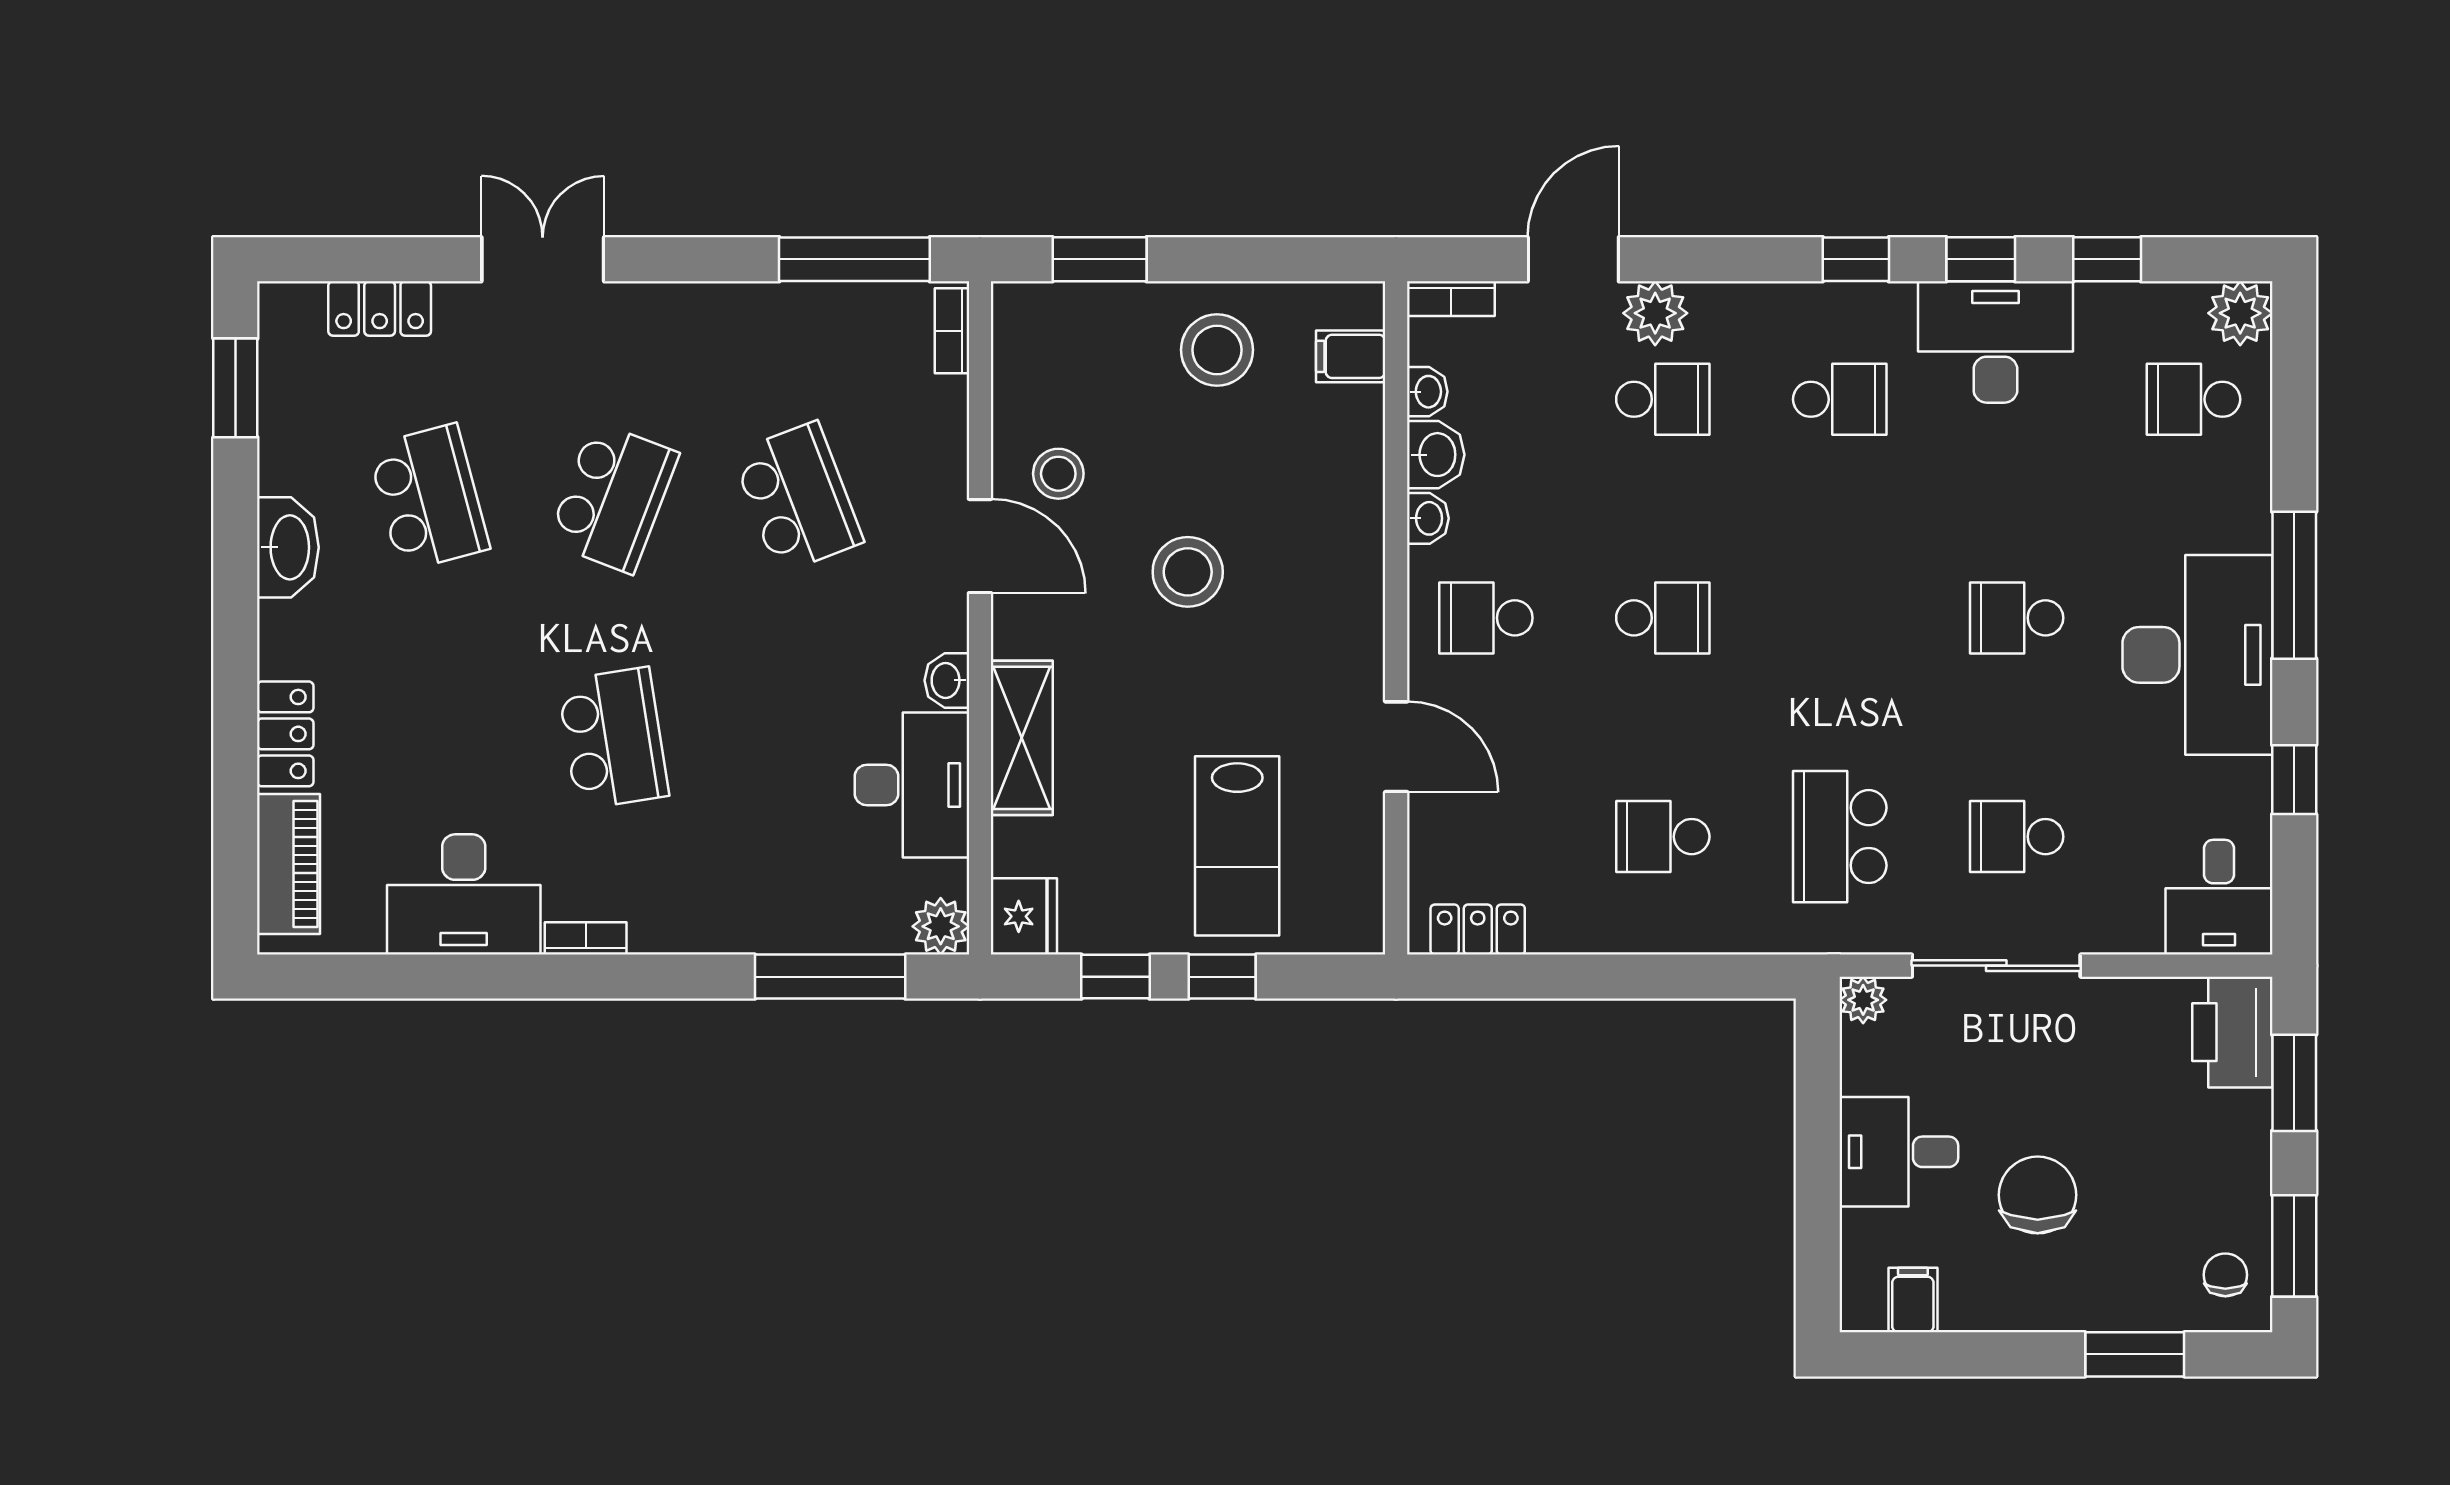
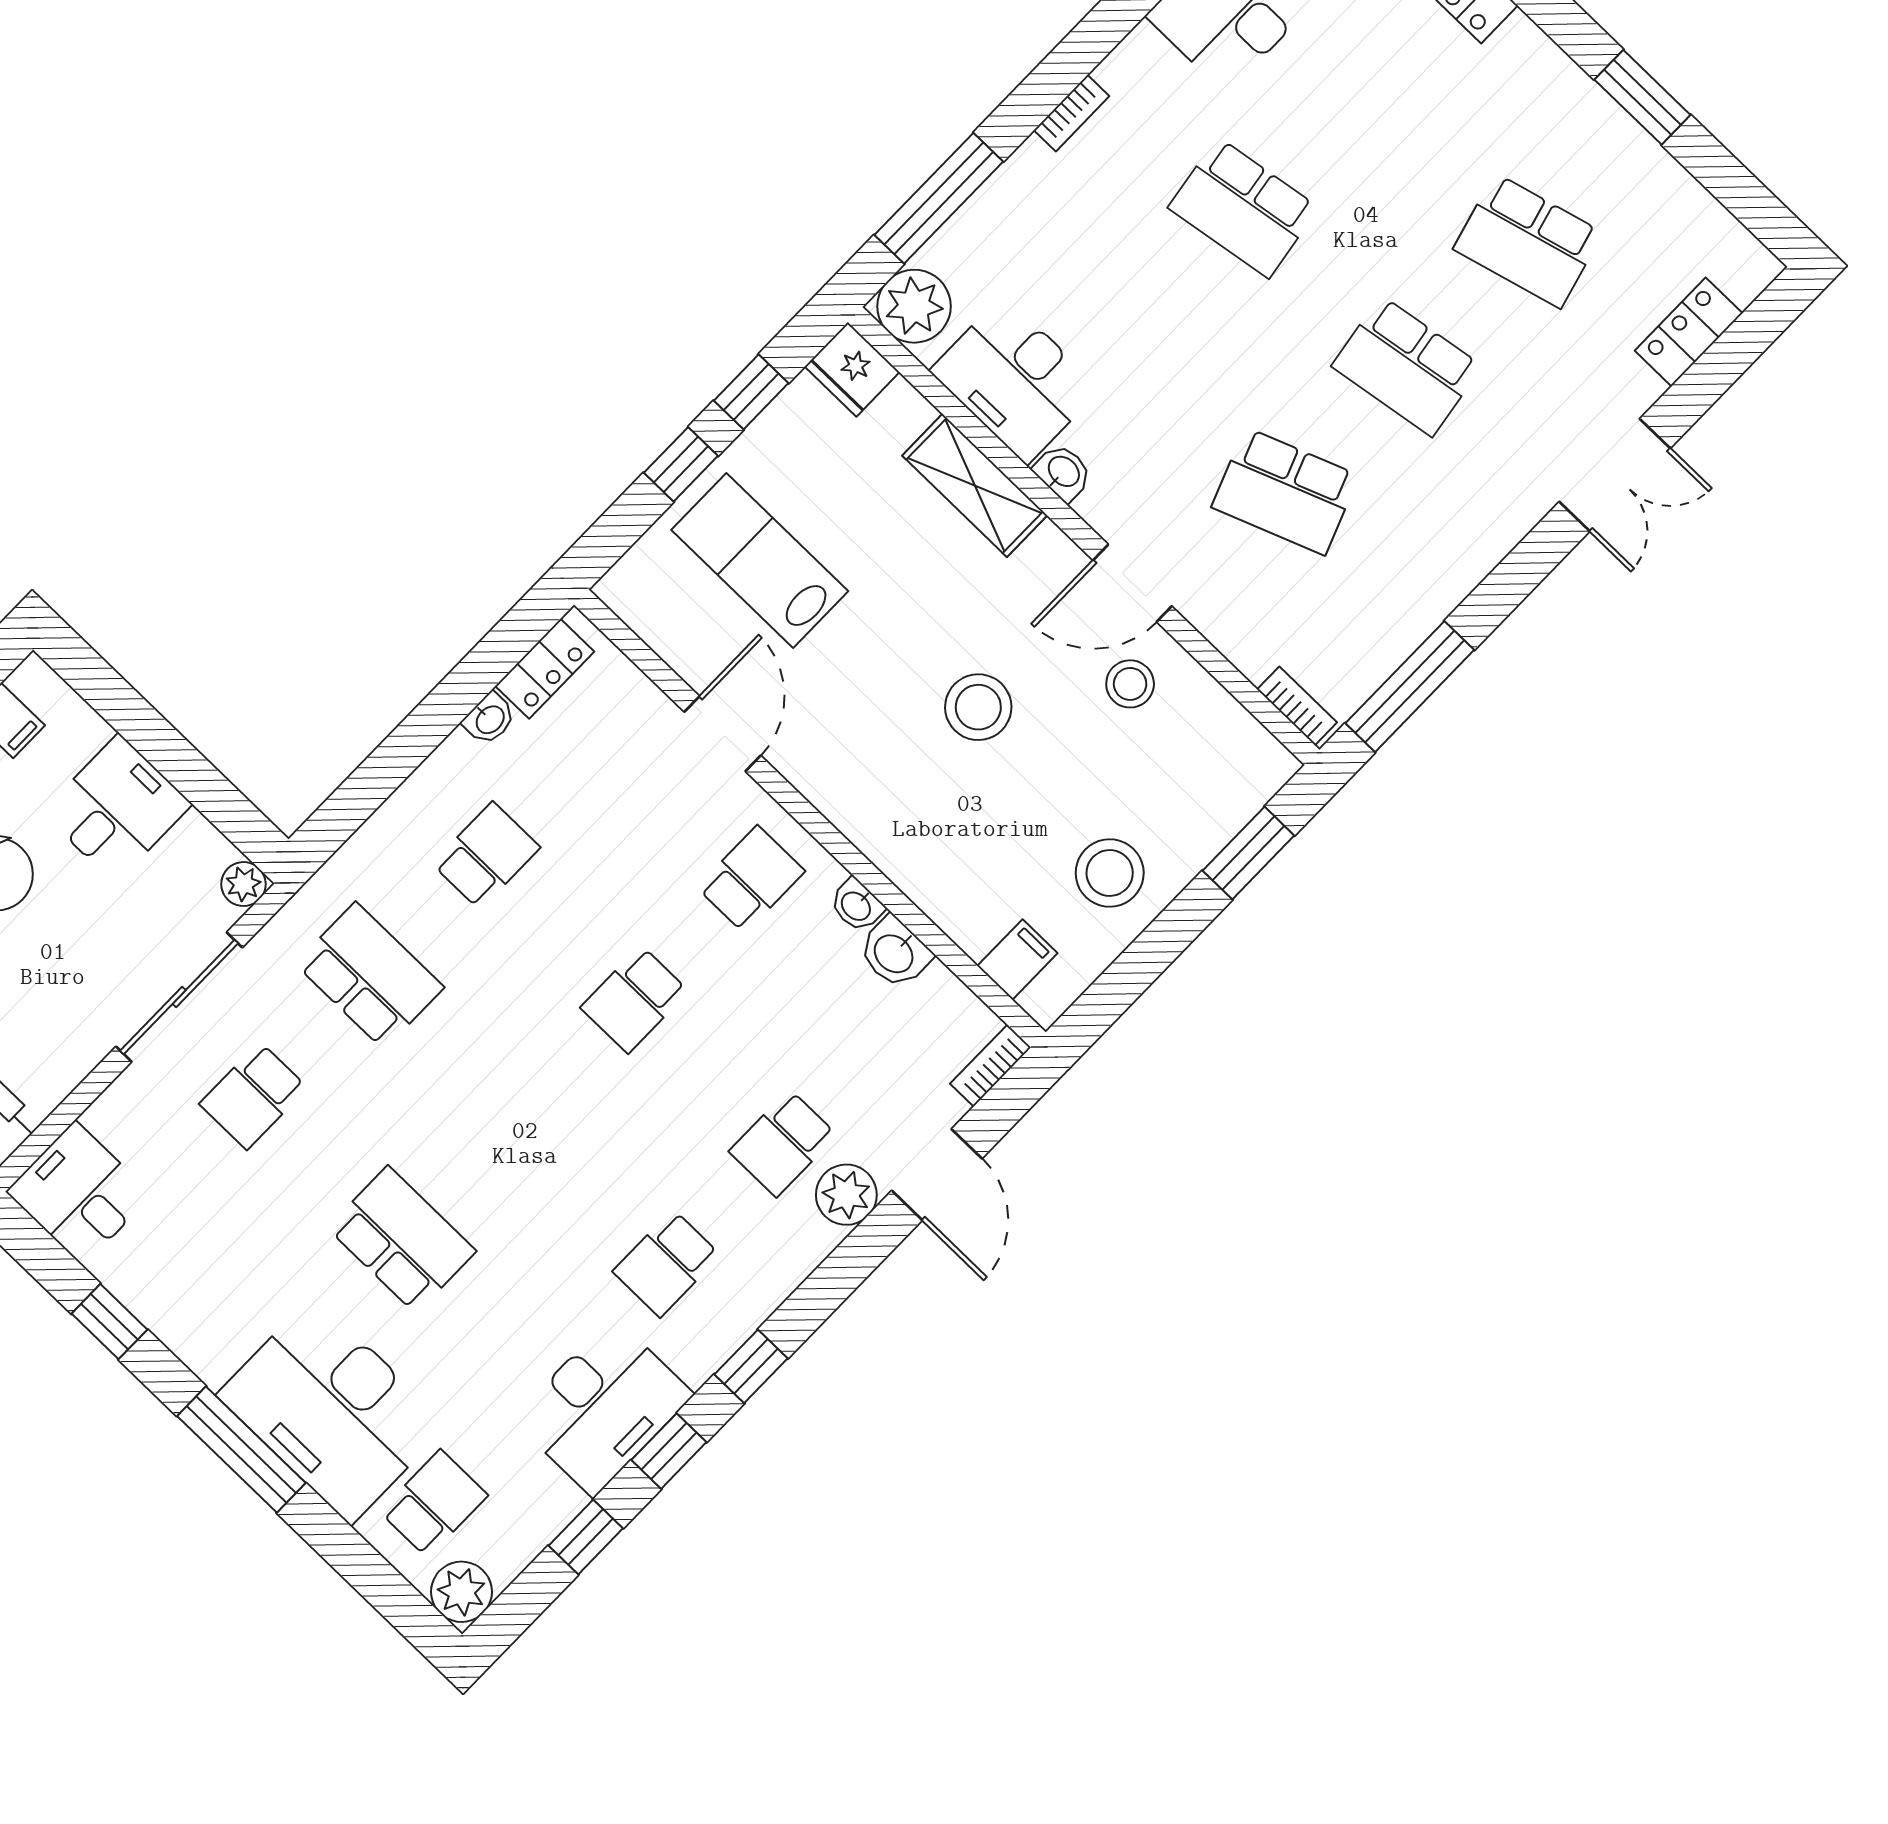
window: (235, 388) -> (1642, 97), moved
washbasin: (1427, 392) -> (489, 719), moved, turned -90
school desk: (613, 498) -> (1407, 366), turned -30
washbasin: (288, 547) -> (1587, 113), removed
school desk: (2017, 618) -> (402, 1240), width x1.85
desk: (2197, 655) -> (332, 1410), moved
door: (1396, 747) -> (722, 734), swing flipped
school desk: (2017, 837) -> (253, 1096), turned 180
plant: (941, 926) -> (914, 306), width x1.36, depth x1.36
bookcase: (586, 938) -> (1072, 113), moved

